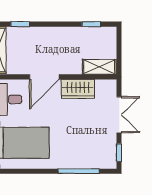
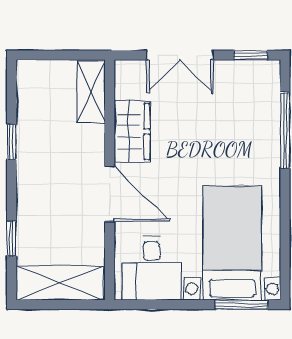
window: (91, 24) -> (12, 142), moved
double door: (119, 115) -> (180, 55), swing flipped

